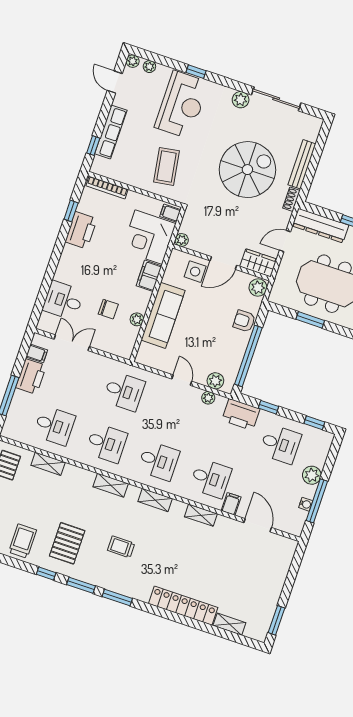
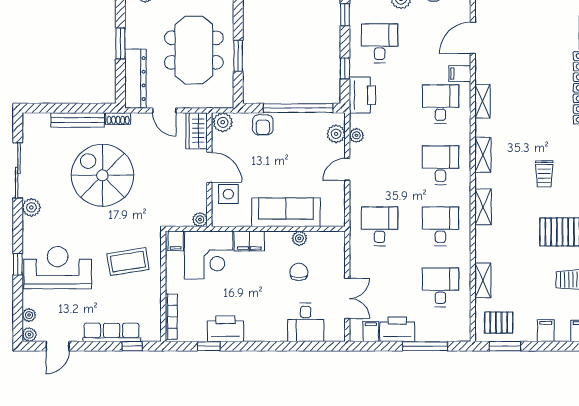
double door: (72, 343) -> (347, 298), swing flipped

